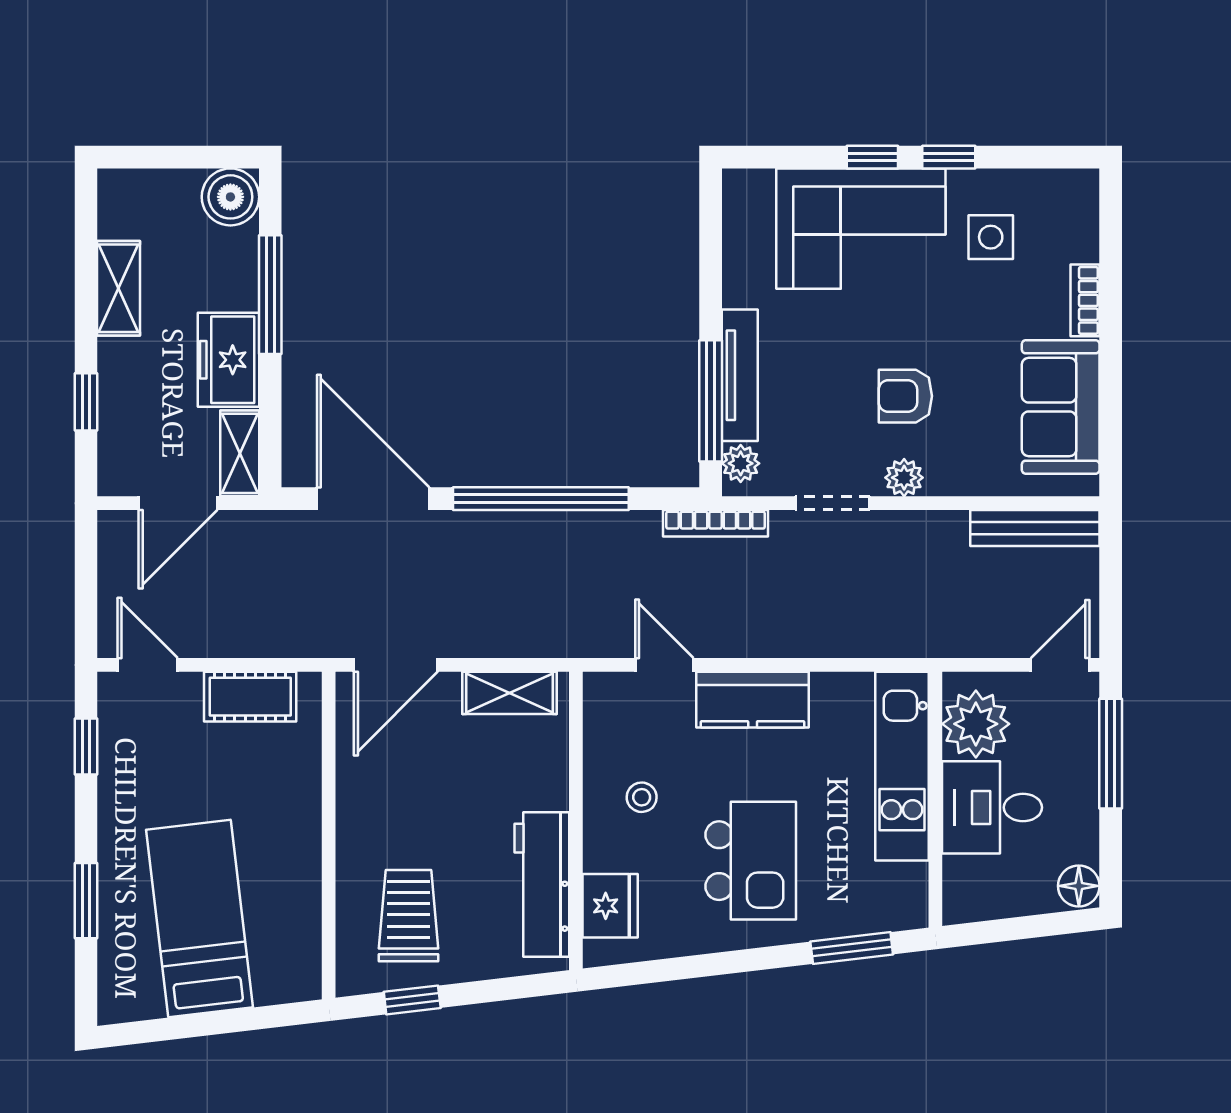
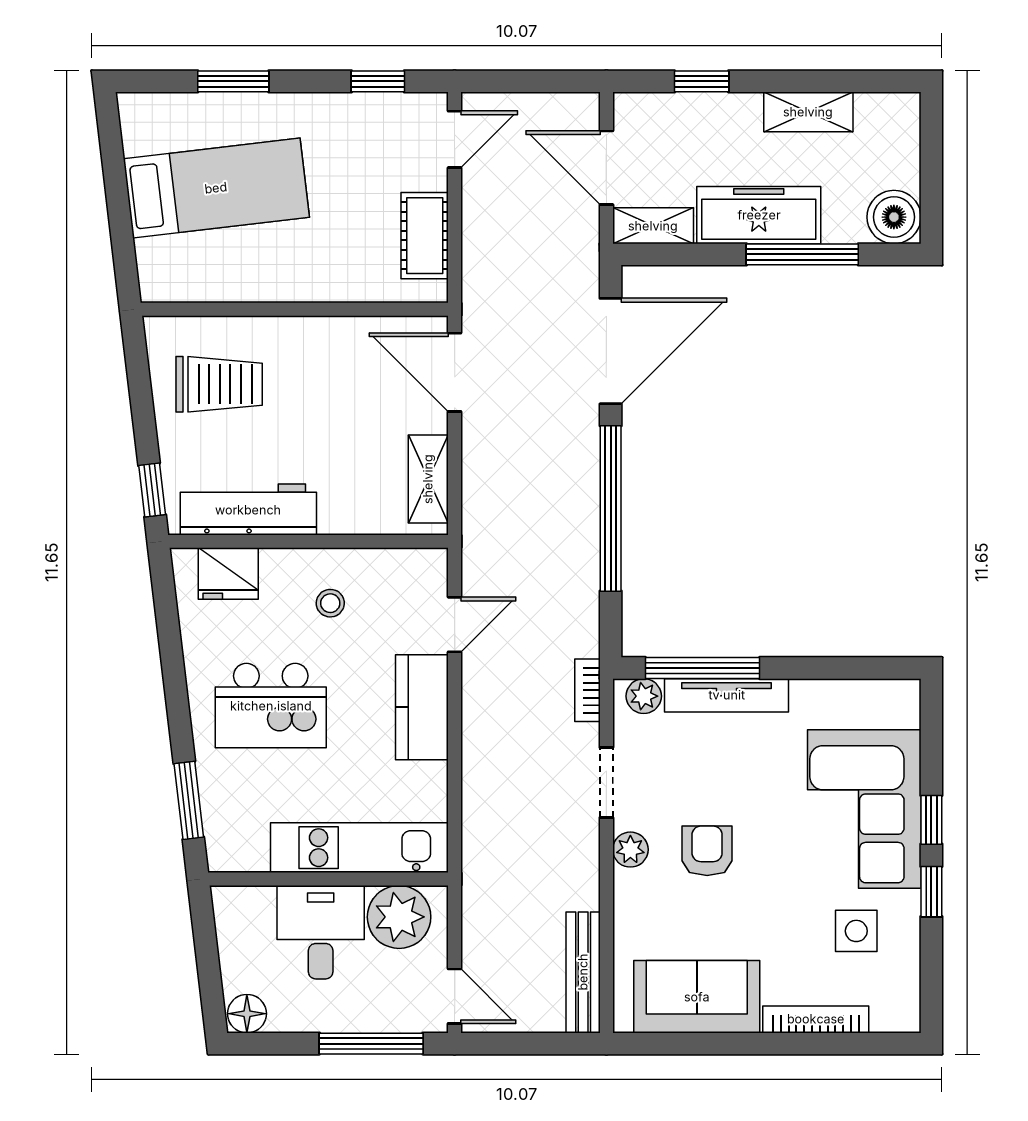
bookcase: (1085, 300) -> (816, 1019), width x1.56
freezer: (228, 360) -> (759, 215), width x1.40
bookcase: (715, 523) -> (588, 690), width x0.64
window: (412, 1000) -> (152, 490), moved

